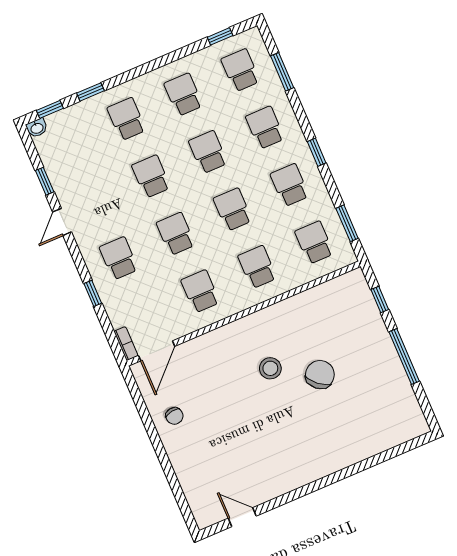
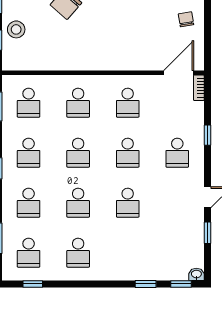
school desk: (126, 119) -> (128, 253), removed
stool: (270, 368) -> (16, 29), moved

